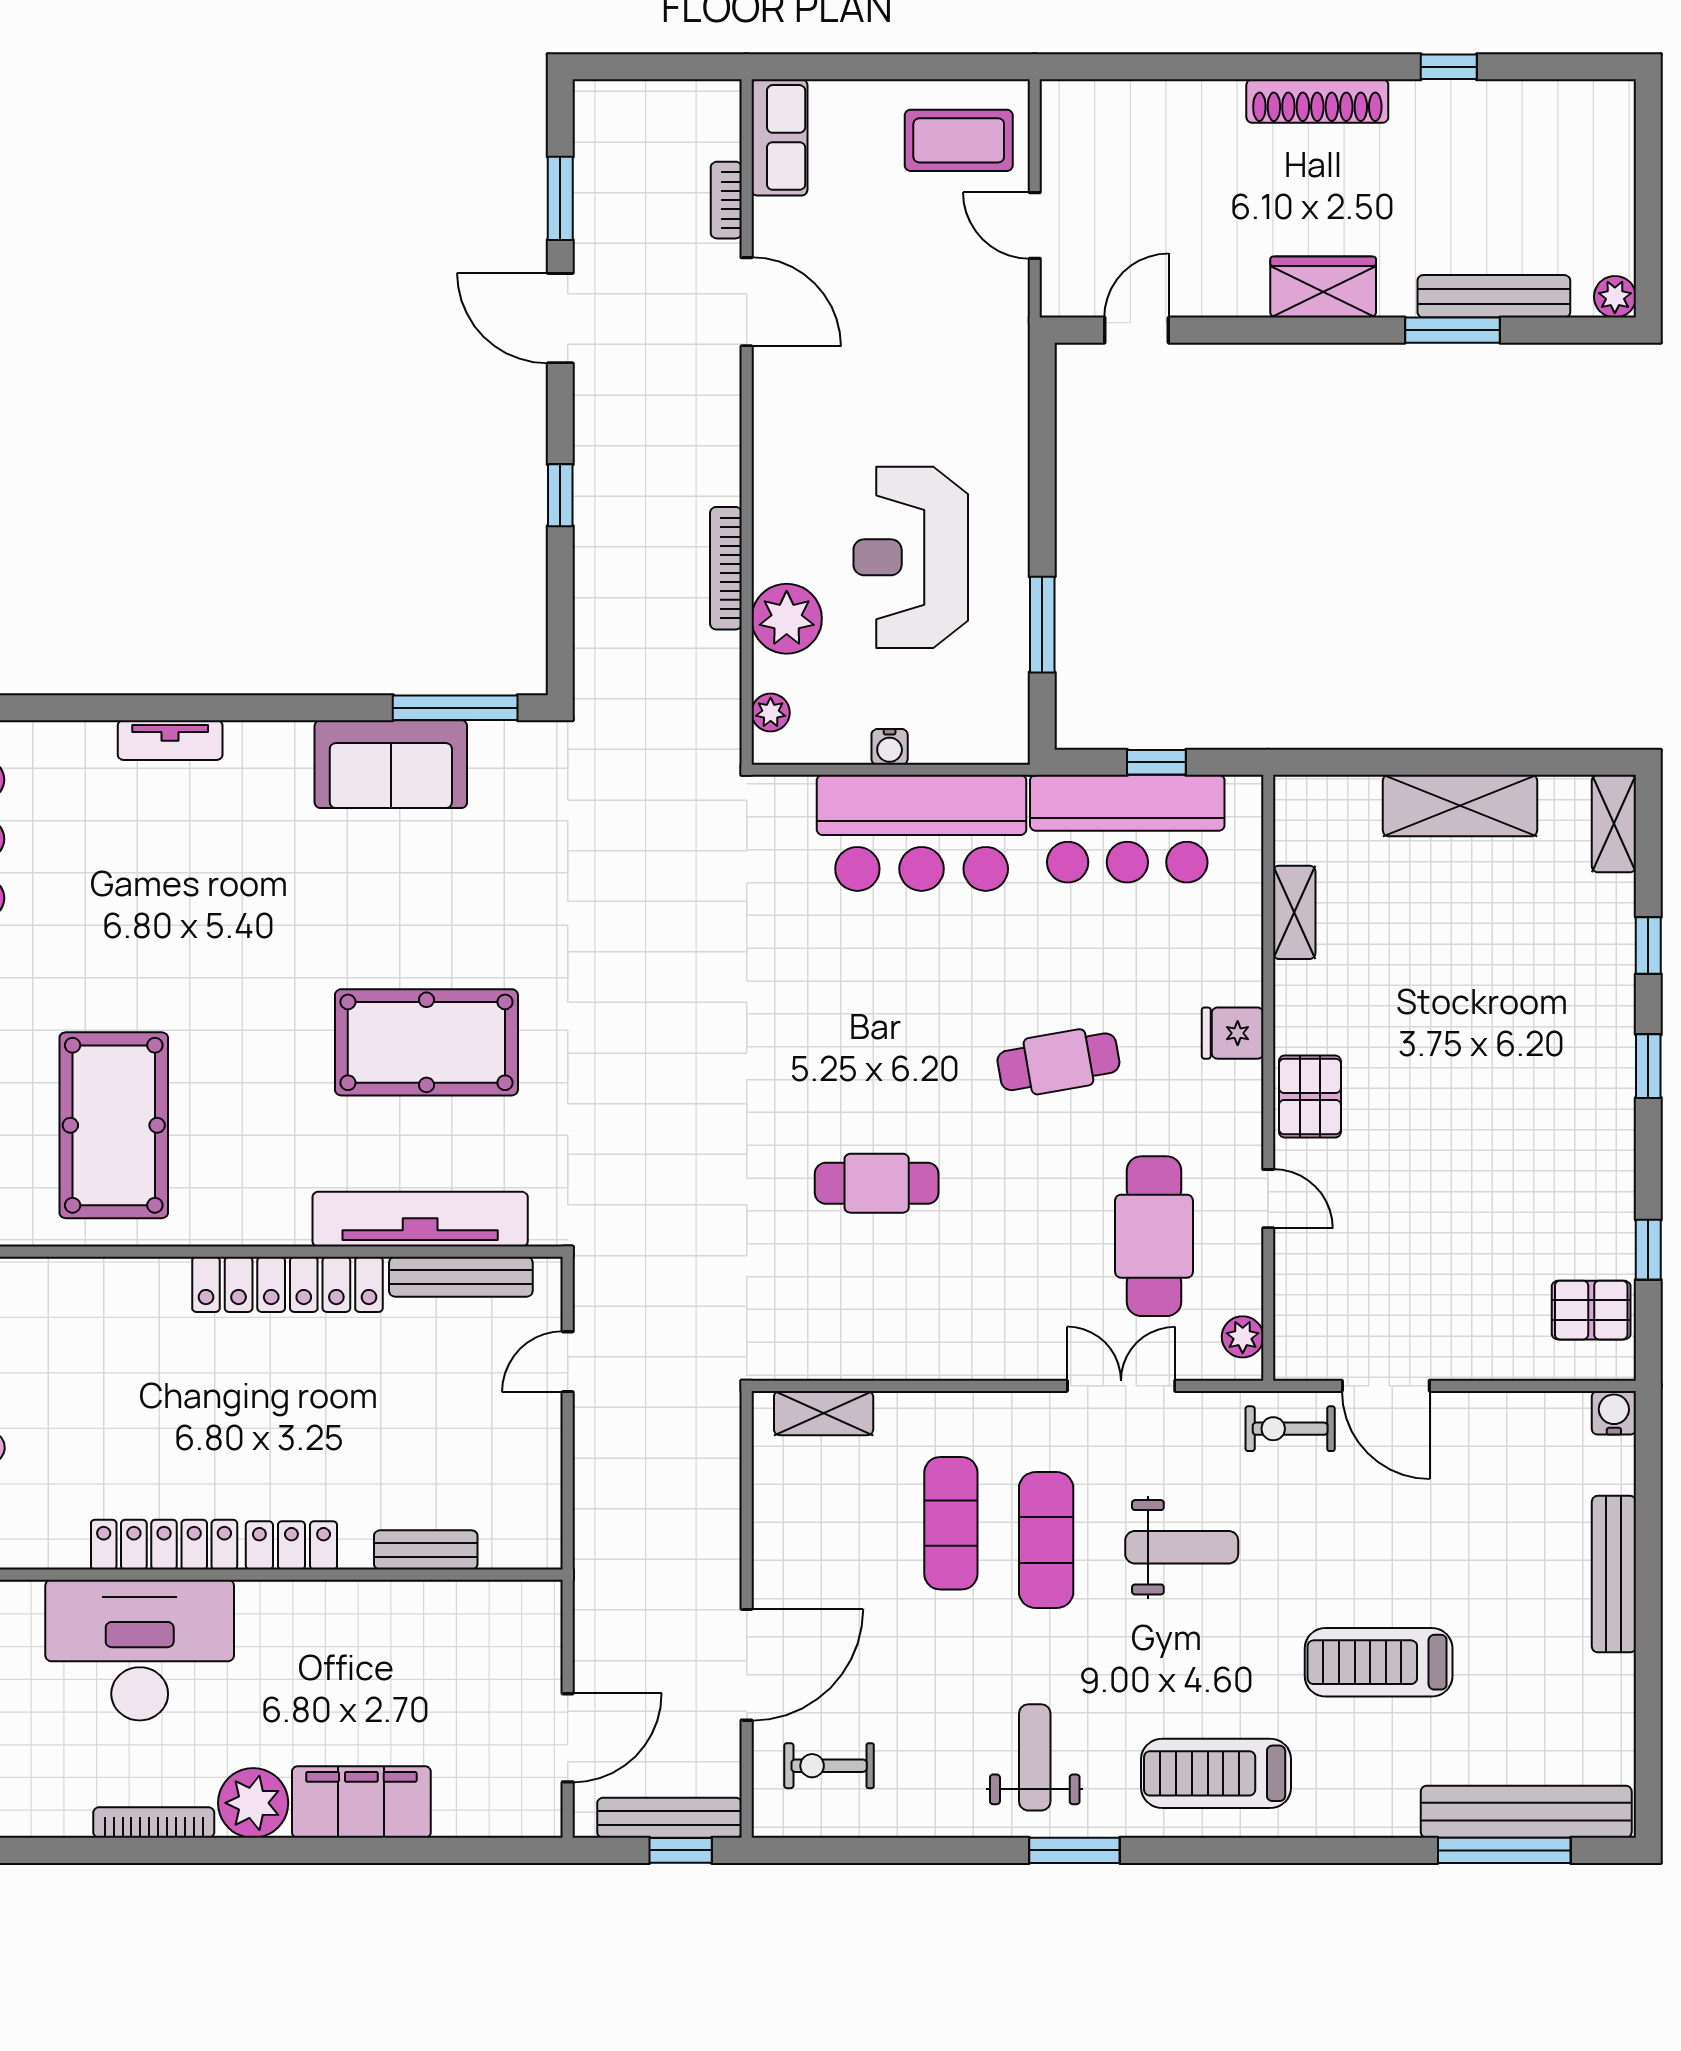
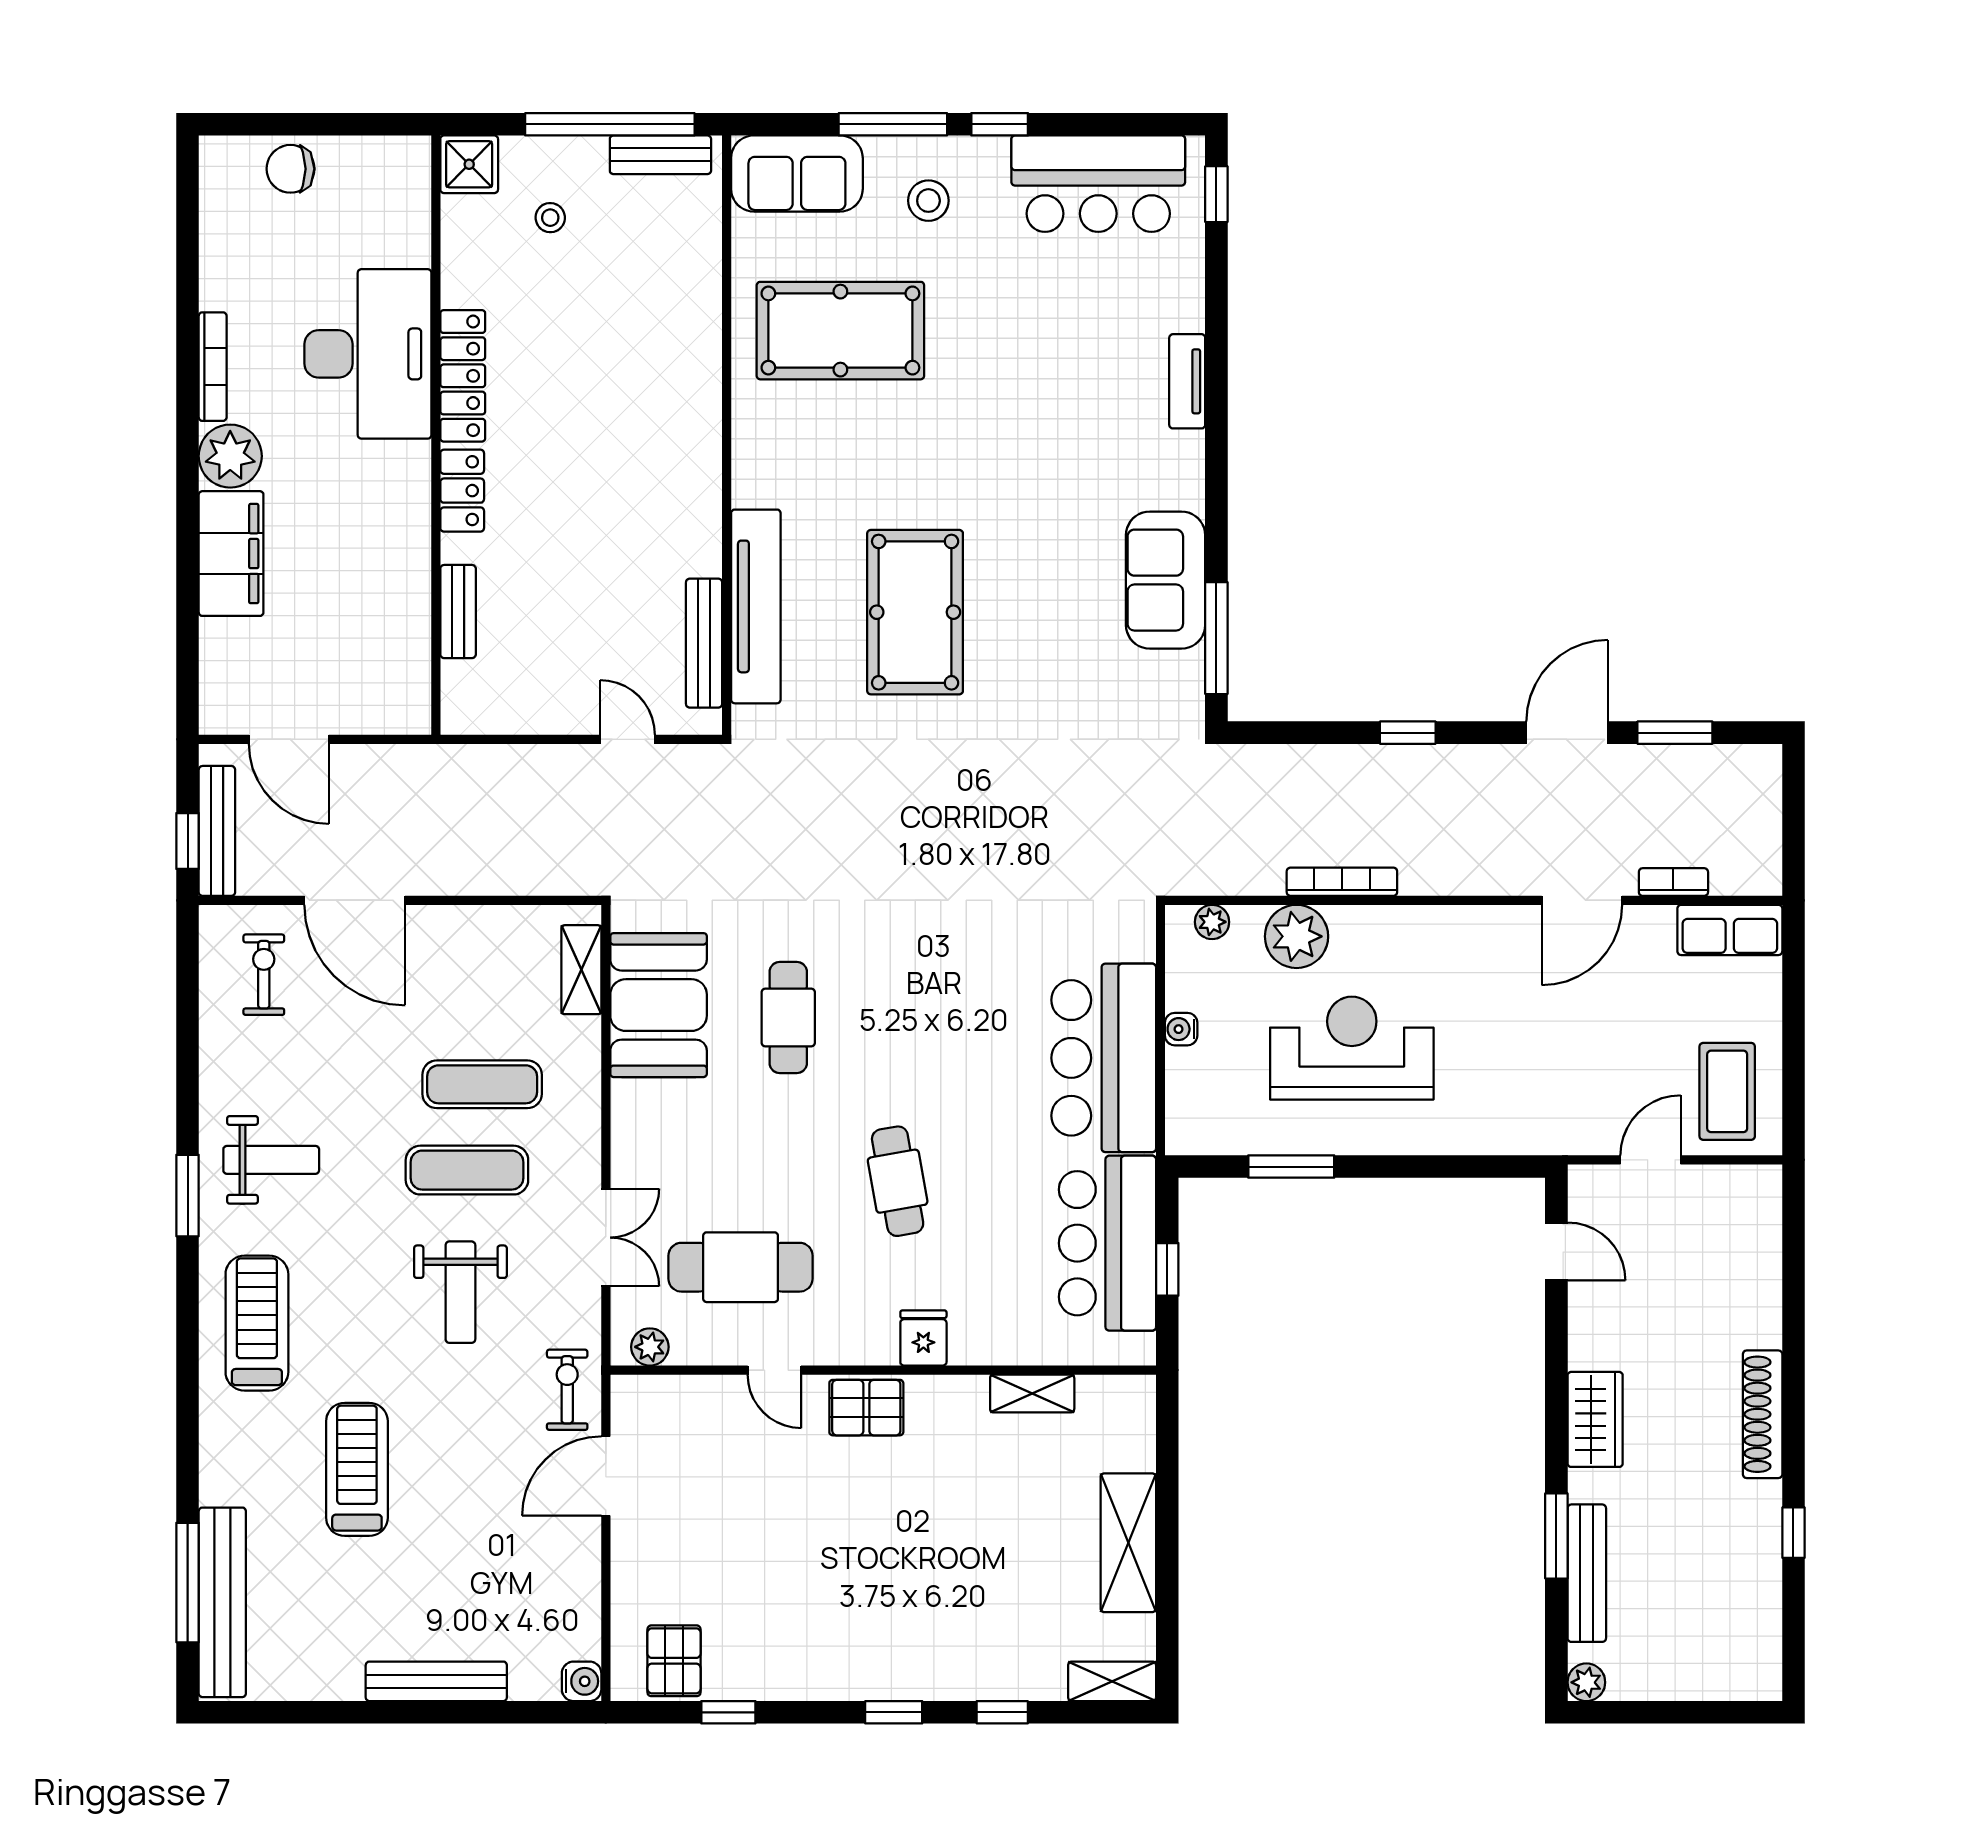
door: (1268, 1199) -> (774, 1370), hinge flipped
locker: (287, 1284) -> (697, 487), removed
booth: (863, 1327) -> (659, 1005), added

